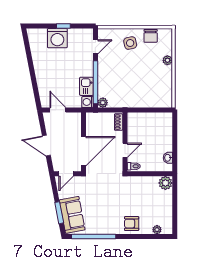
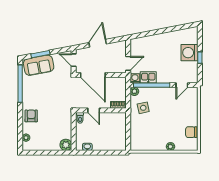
side table: (130, 43) -> (143, 108), moved
door: (95, 47) -> (182, 85), hinge flipped
door: (58, 110) -> (128, 63), moved

